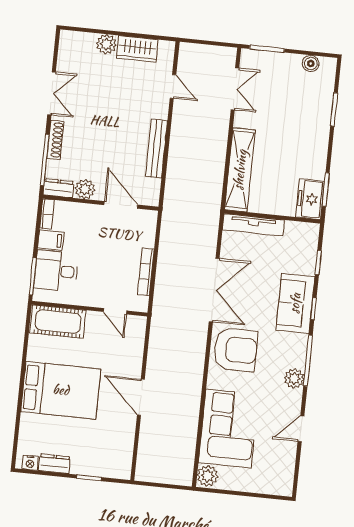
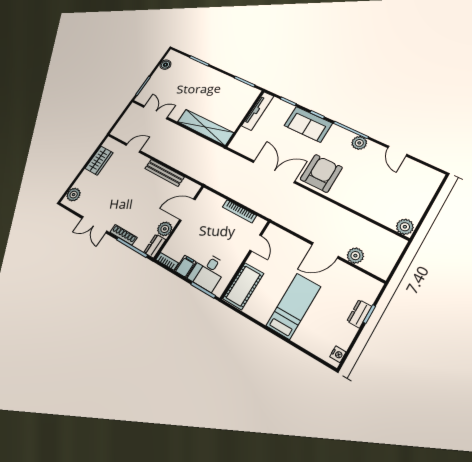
plant: (106, 44) -> (74, 195), moved
double door: (52, 93) -> (94, 225), swing flipped
freezer: (310, 199) -> (246, 92), removed
tv unit: (253, 225) -> (258, 111), moved
door: (115, 311) -> (256, 243), hinge flipped
bed: (61, 390) -> (293, 306), width x0.67
corner sofa: (228, 429) -> (376, 199), removed
plant: (149, 434) -> (355, 256), added
dresser: (54, 464) -> (359, 314), moved

